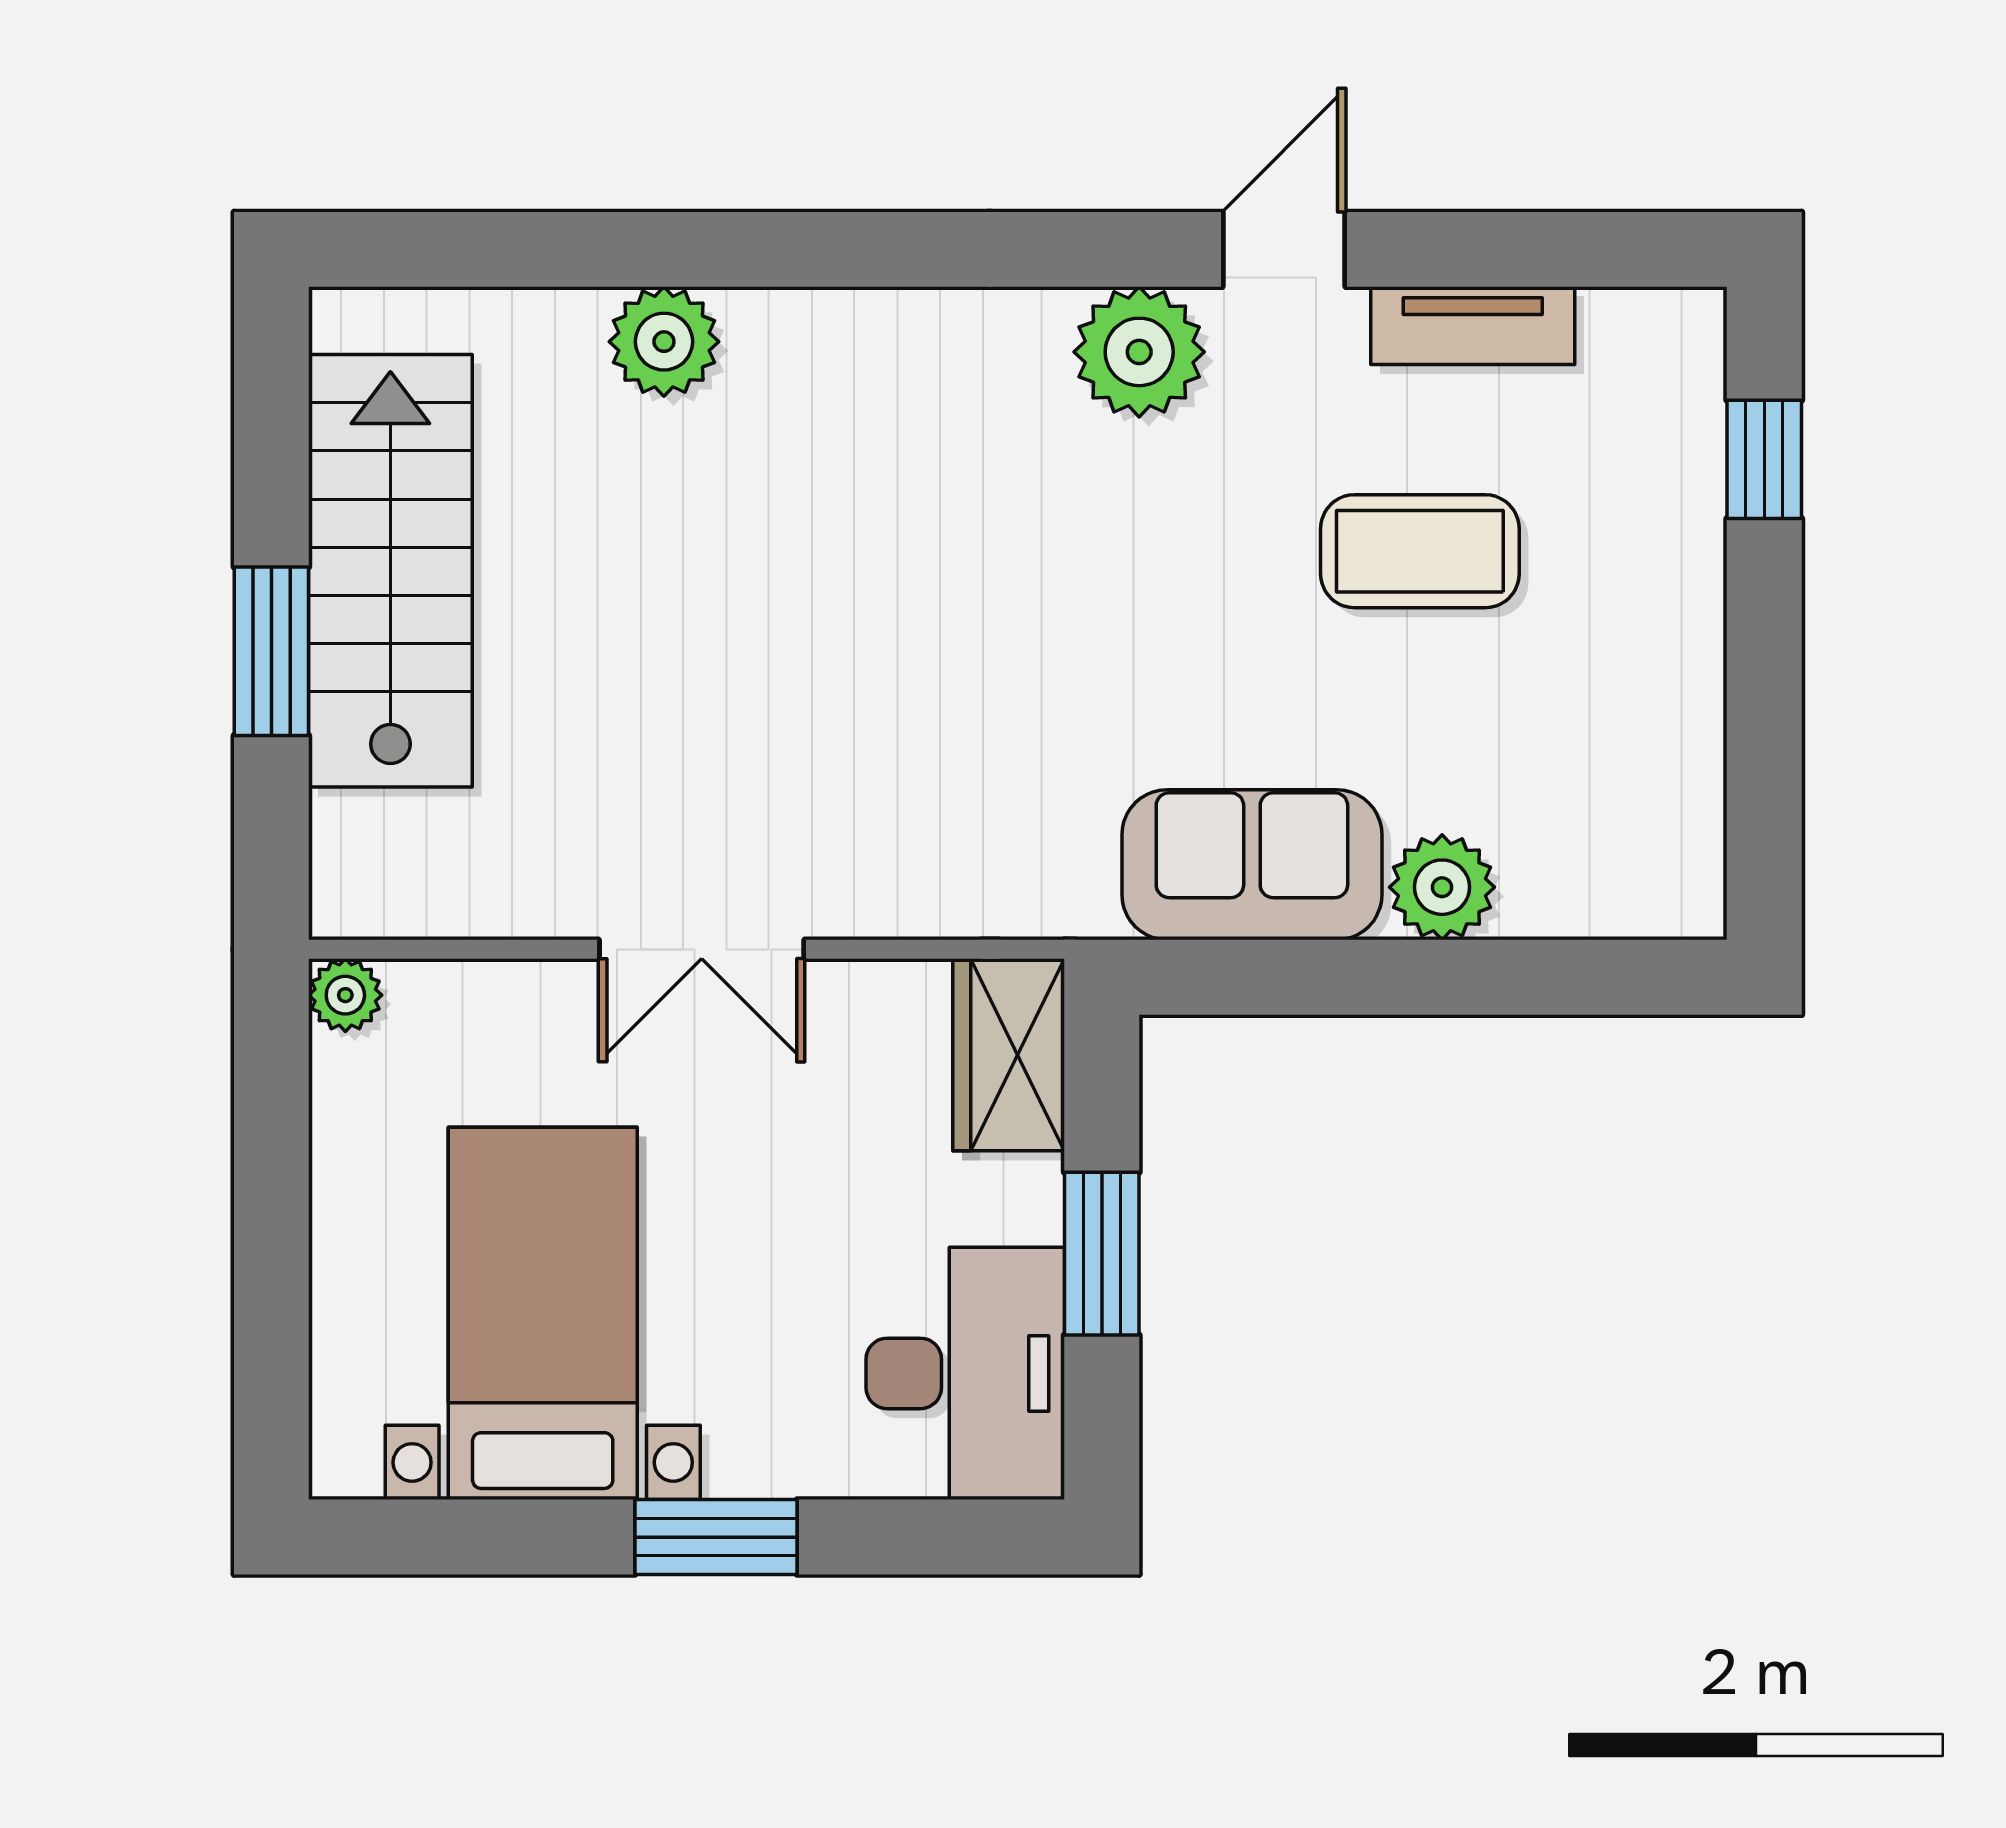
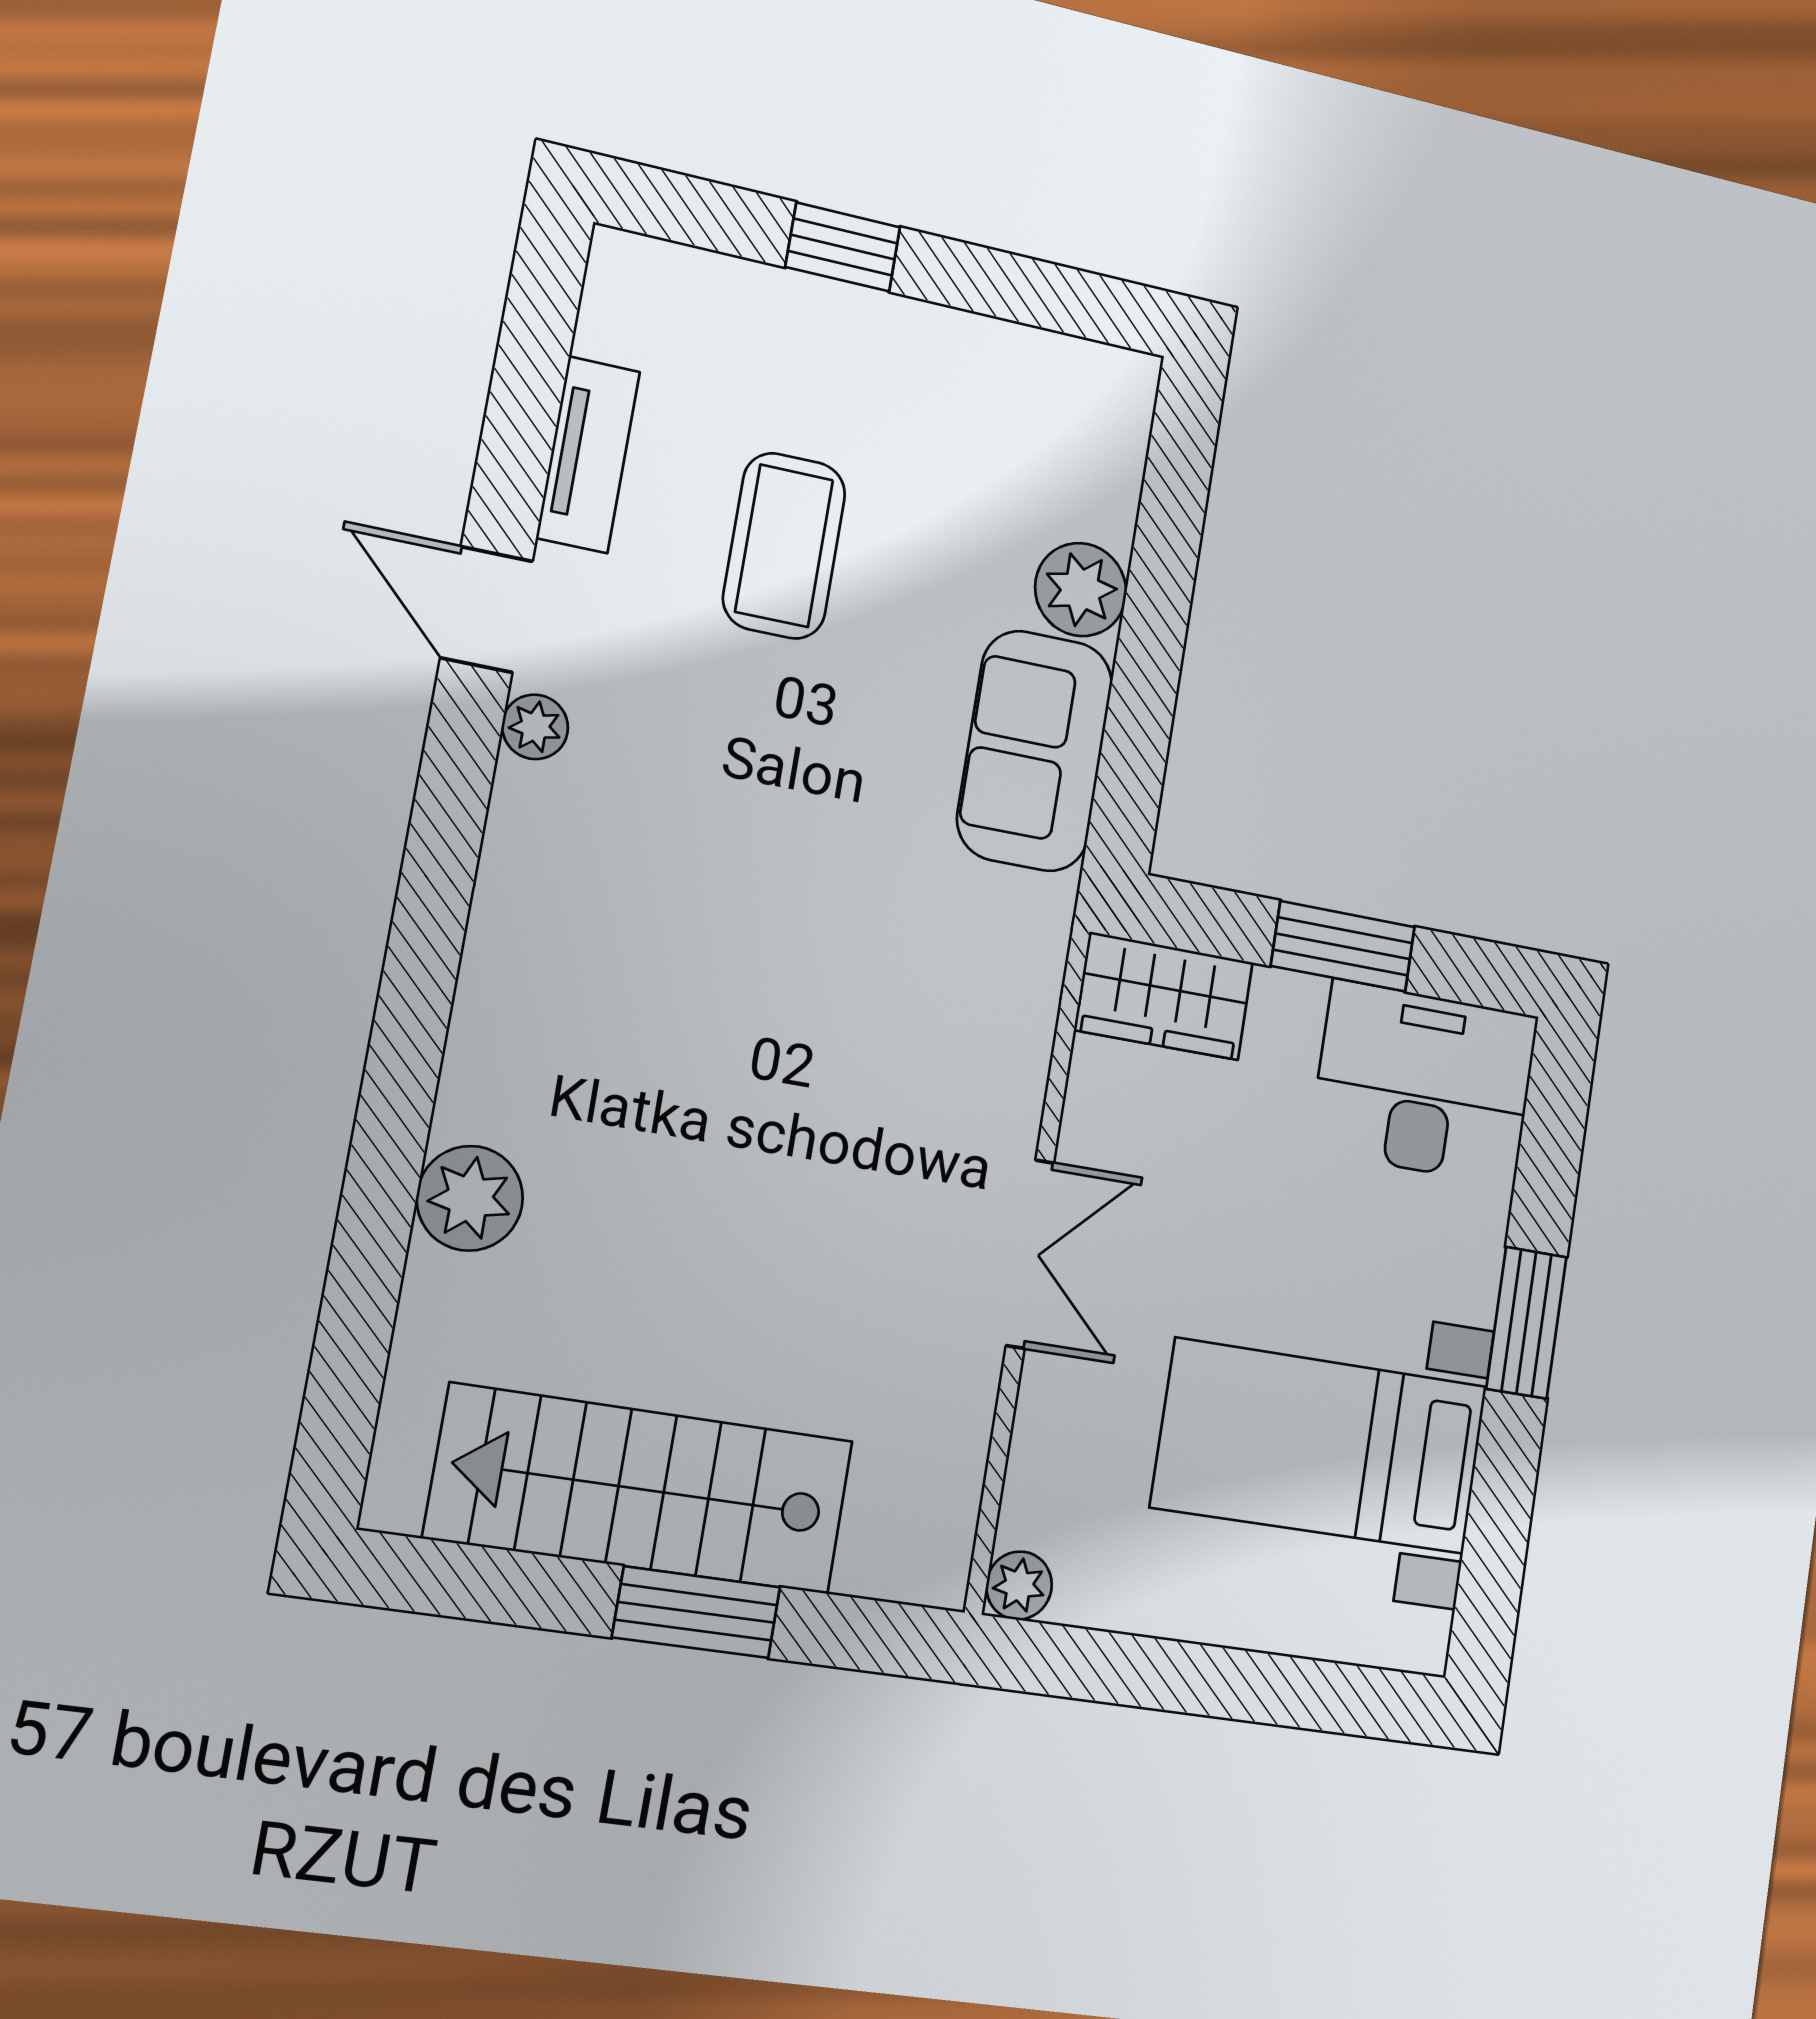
plant: (1139, 352) -> (535, 727), width x0.53, depth x0.53
window: (1764, 459) -> (843, 247), moved

